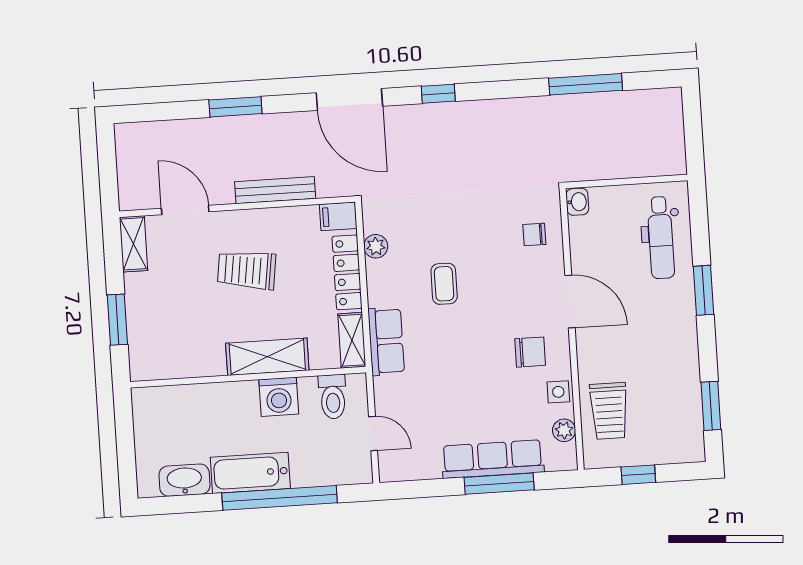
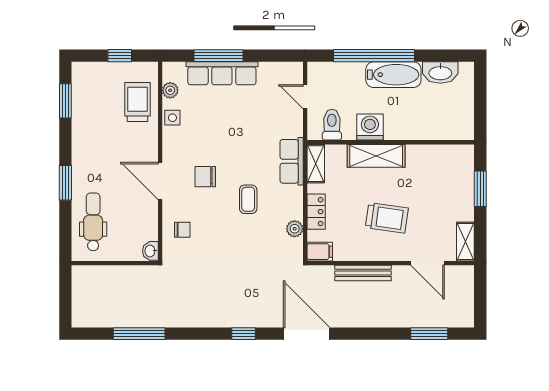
window: (235, 107) -> (429, 334), moved
locker: (347, 272) -> (316, 212), width x0.66
chair: (530, 352) -> (205, 177), moved

